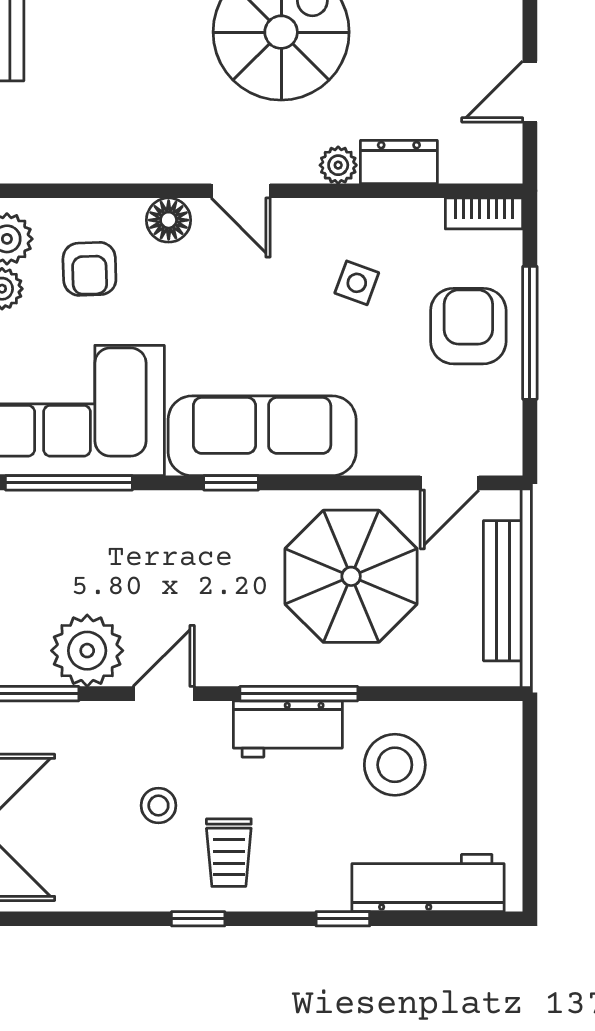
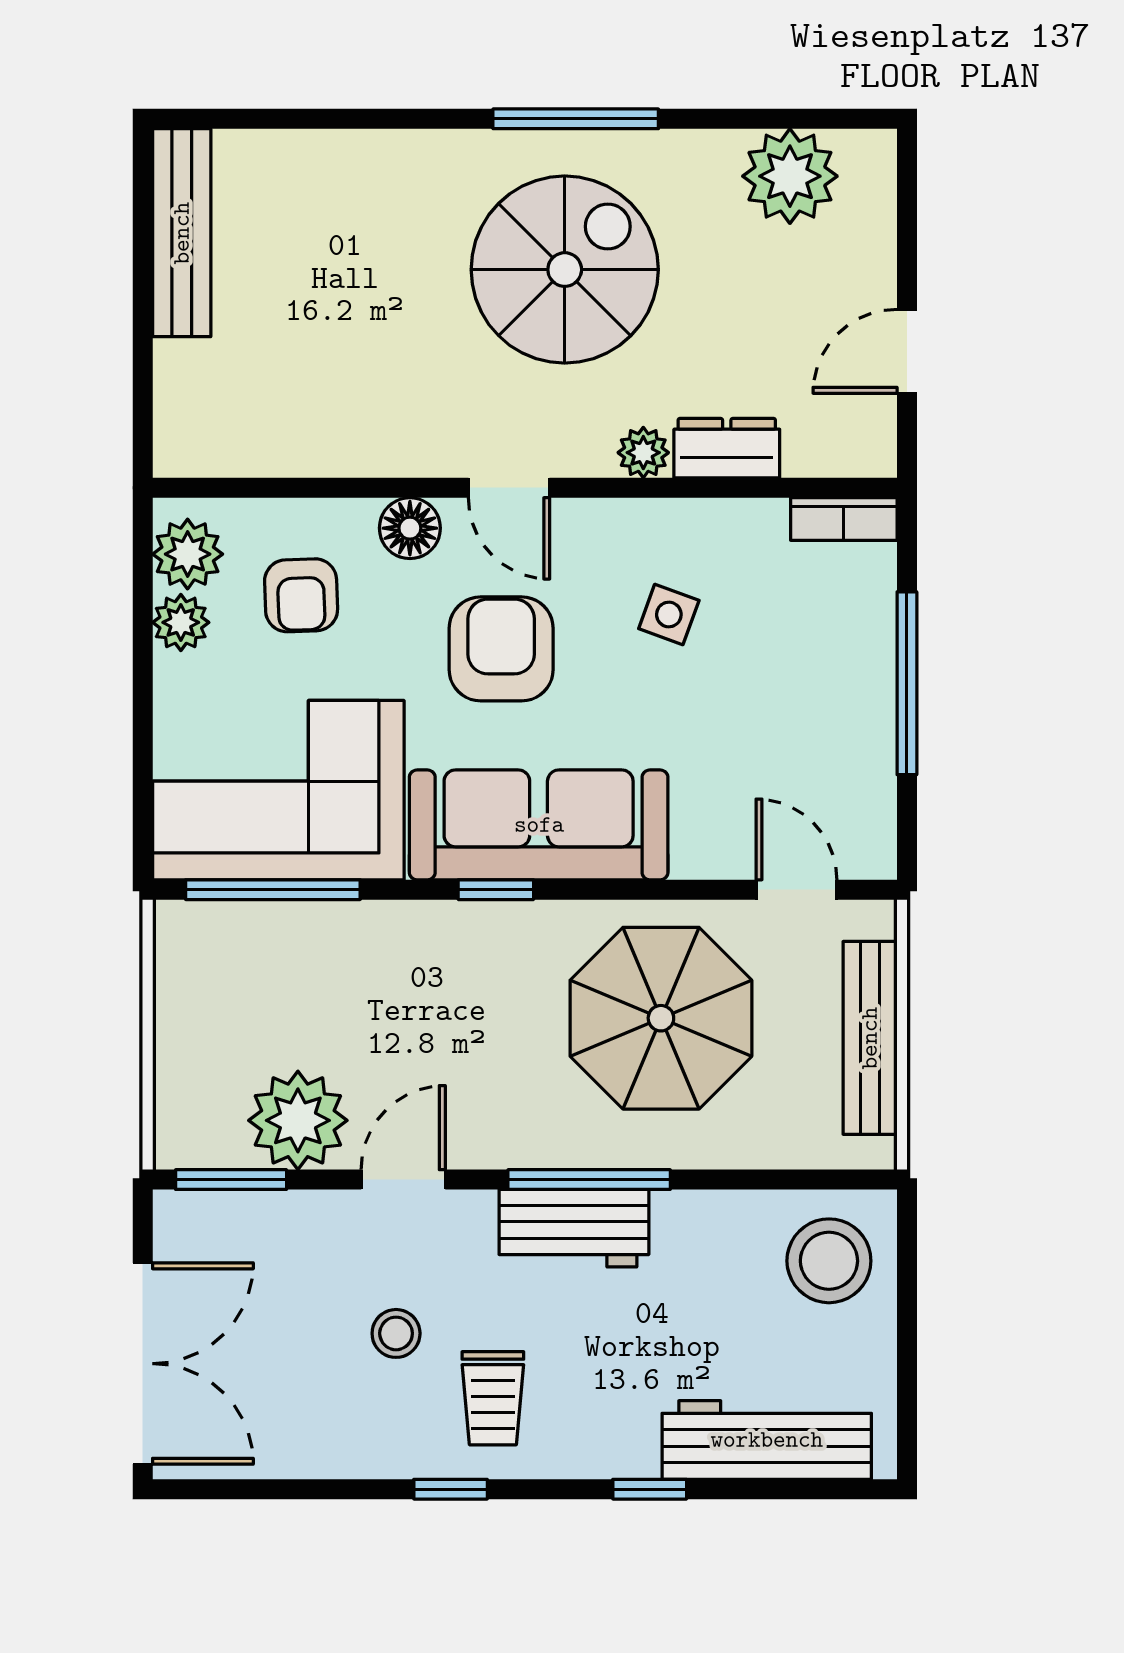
armchair: (468, 326) -> (501, 649), moved
door: (450, 483) -> (796, 890), swing flipped
stool: (395, 765) -> (829, 1261), moved

